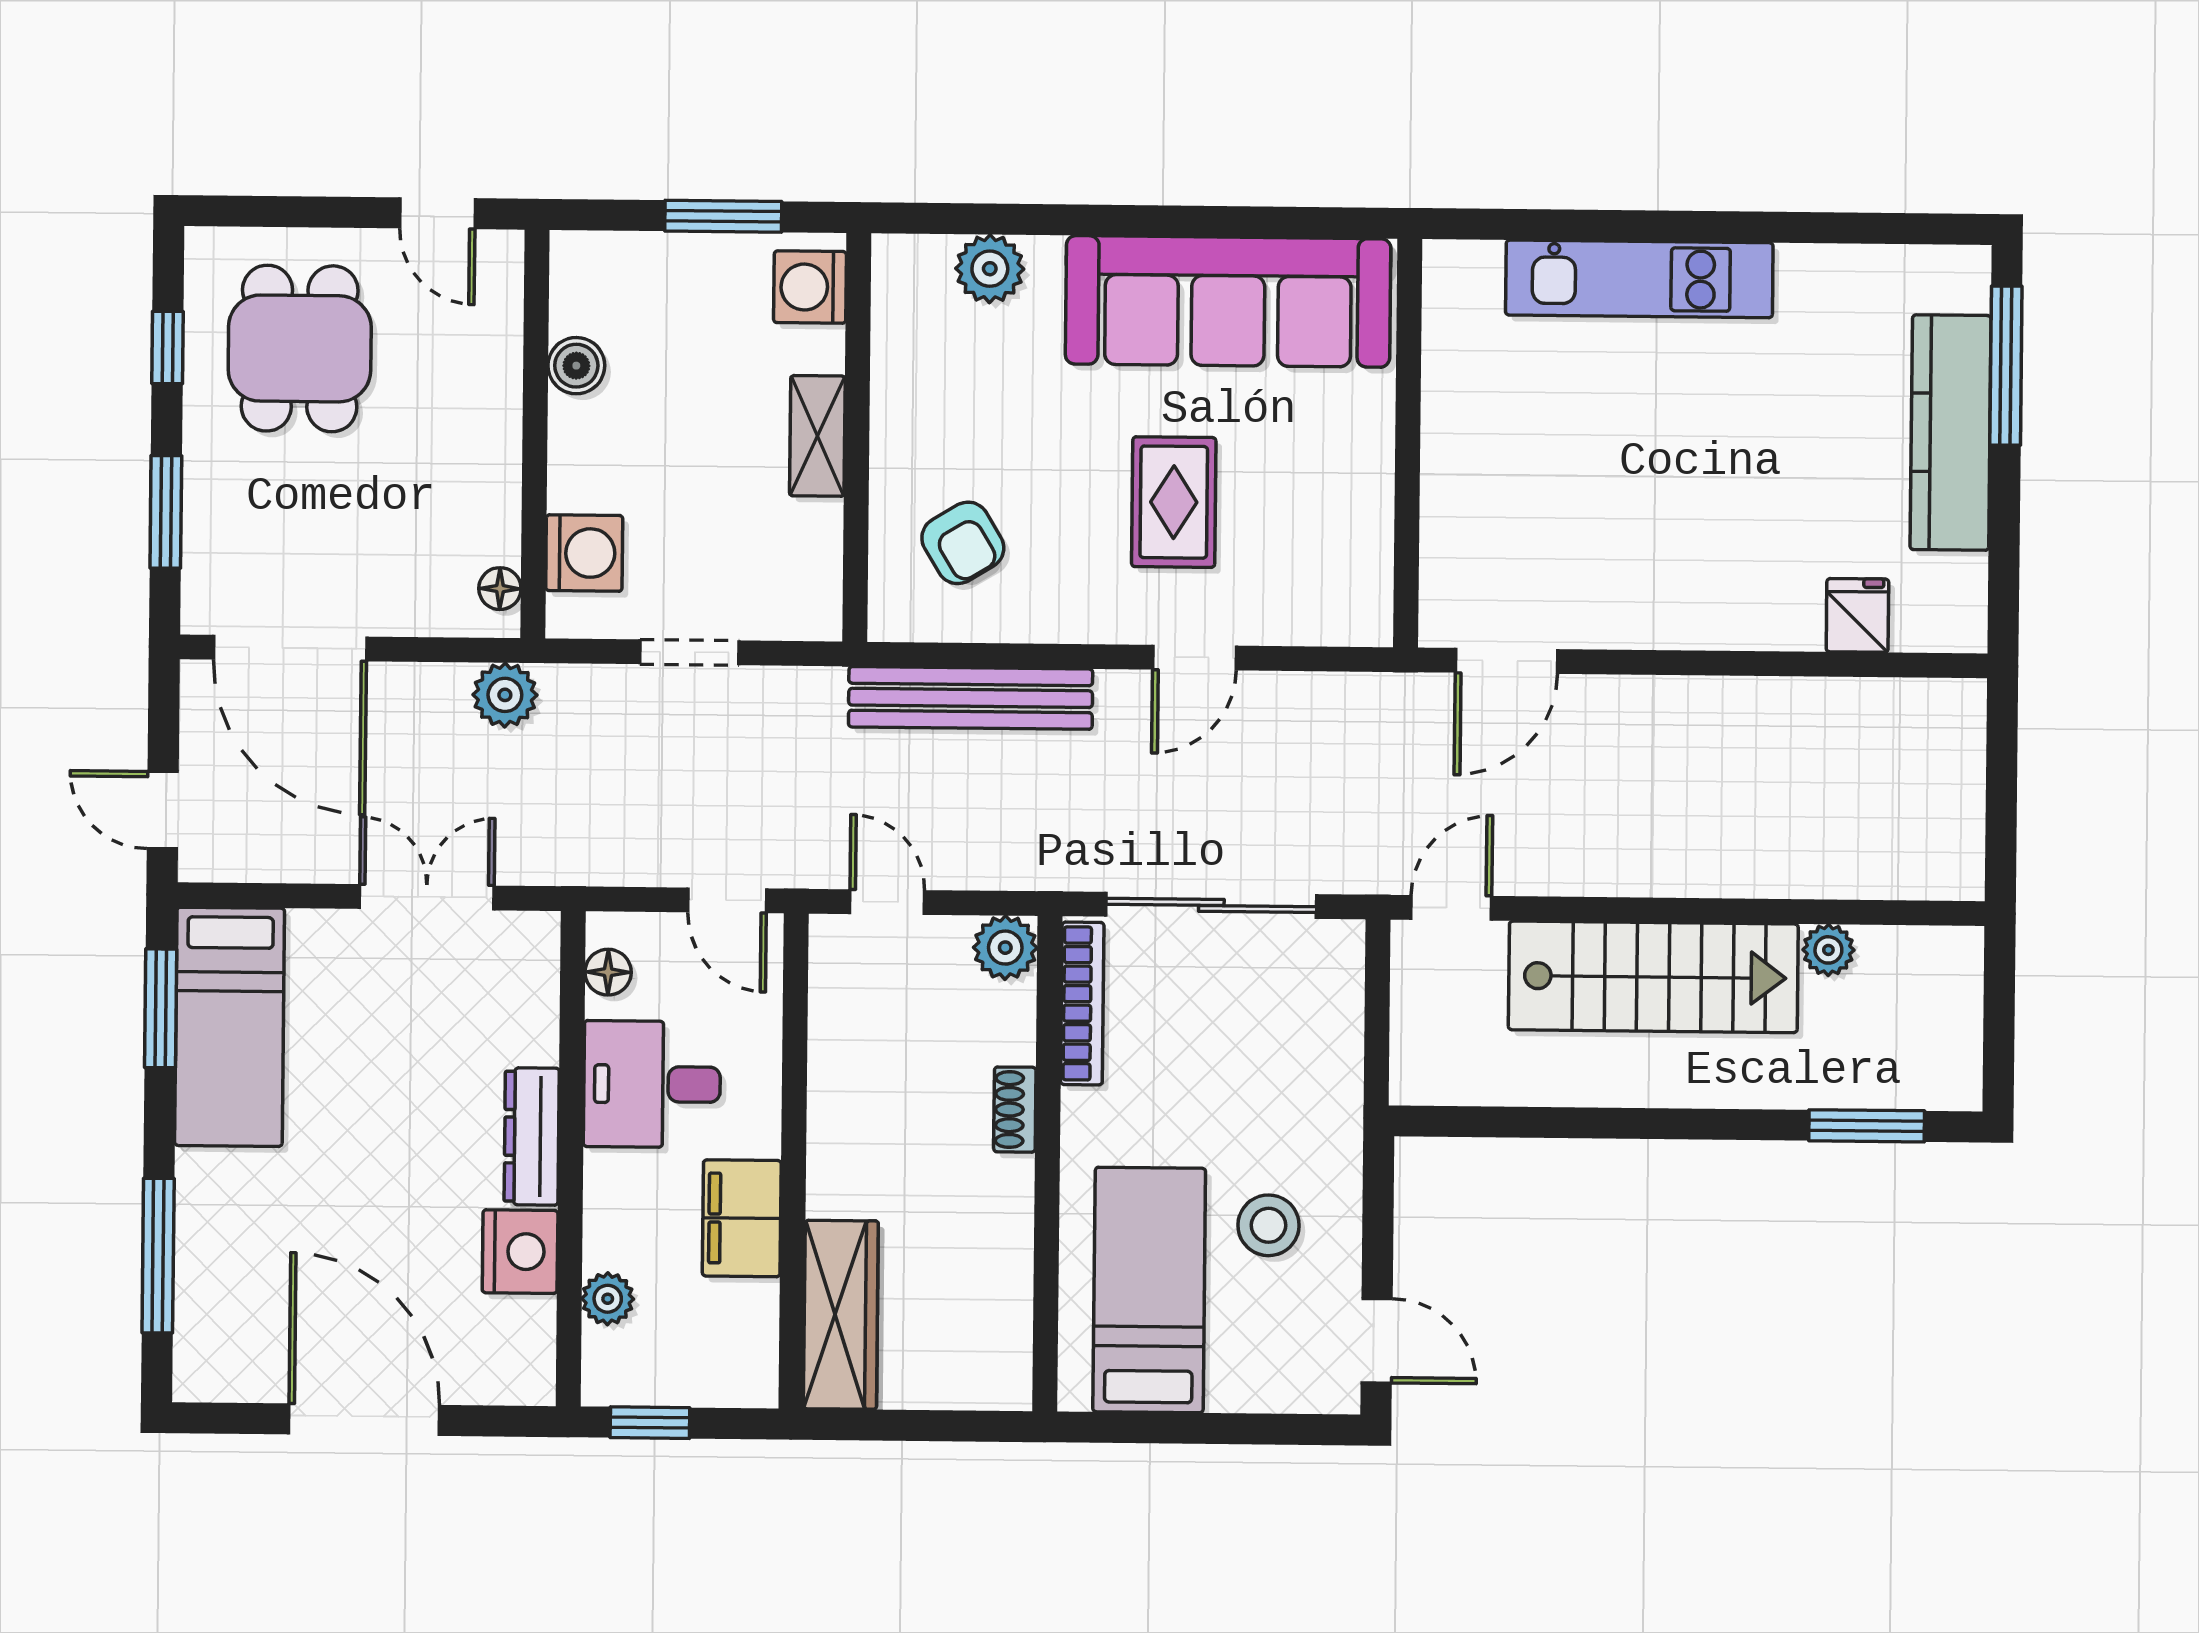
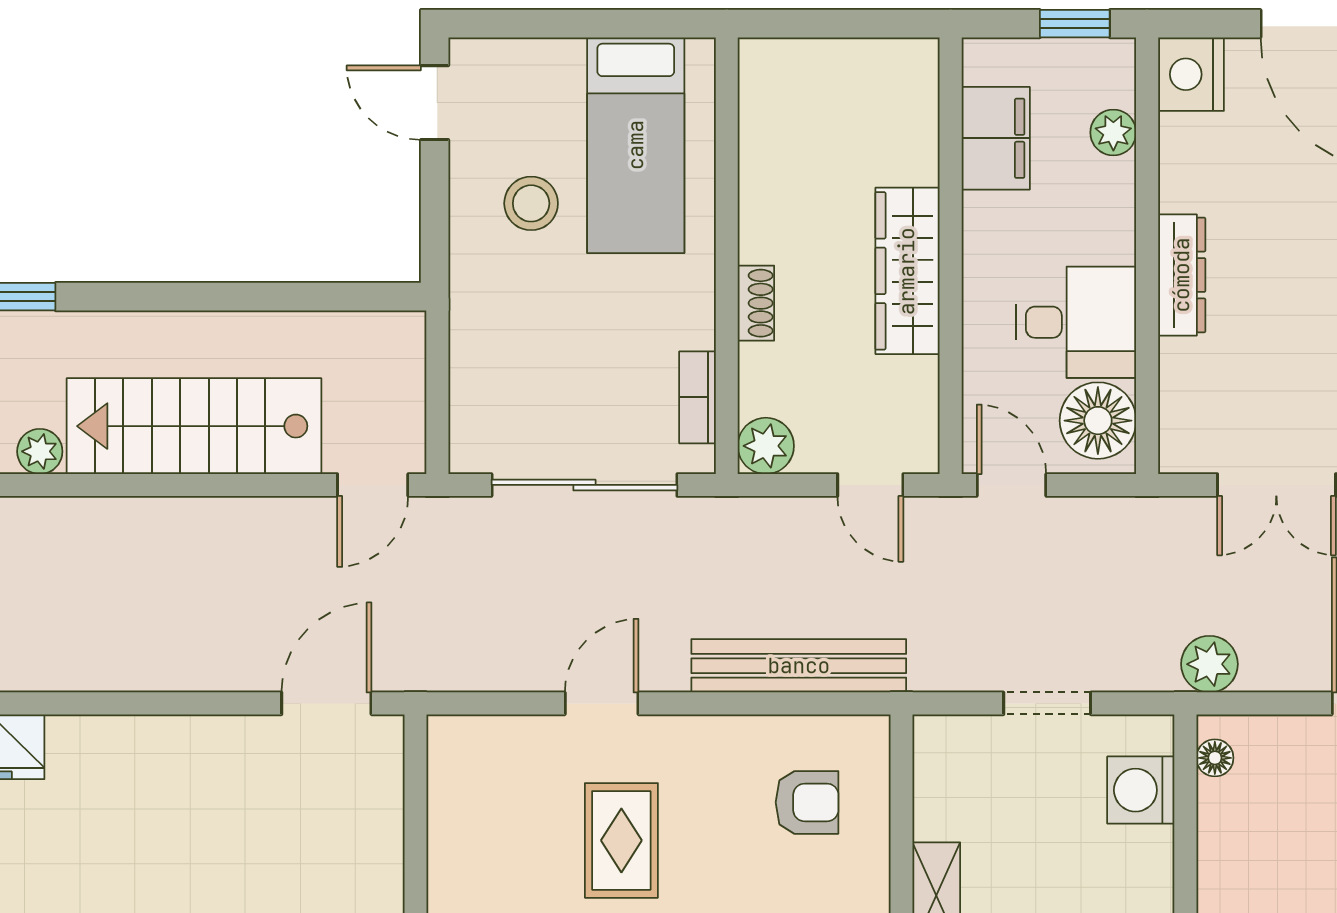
armchair: (963, 543) -> (807, 802), turned 121
floor lamp: (608, 972) -> (1098, 421), width x1.89, depth x1.89
bookcase: (1082, 1003) -> (697, 397), width x0.64
filing cabinet: (742, 1218) -> (996, 138), moved
nightstand: (520, 1252) -> (1191, 74), moved
wardrobe: (841, 1315) -> (907, 271), moved

